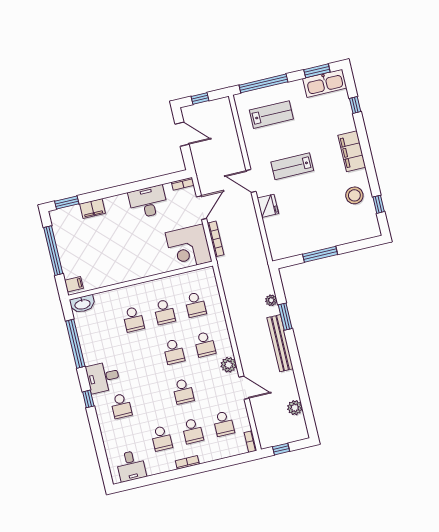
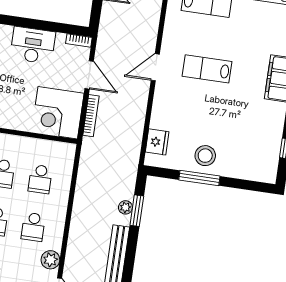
door: (251, 181) -> (155, 67), hinge flipped
stool: (354, 195) -> (205, 156), moved
fridge: (268, 206) -> (157, 142), moved
door: (201, 208) -> (89, 75), hinge flipped
window: (285, 317) -> (137, 211), moved

